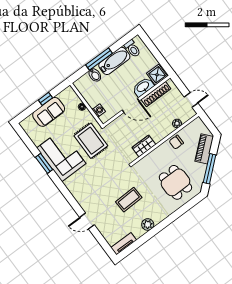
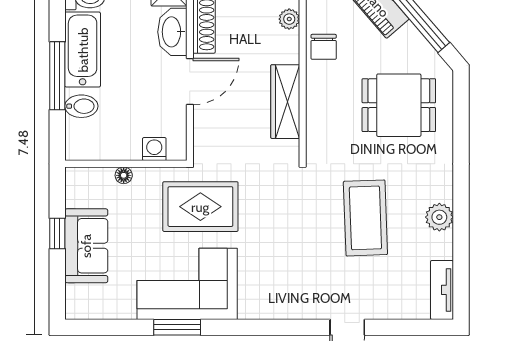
wardrobe: (144, 146) -> (285, 102), width x1.50
coffee table: (129, 200) -> (365, 218), width x1.36, depth x1.32

